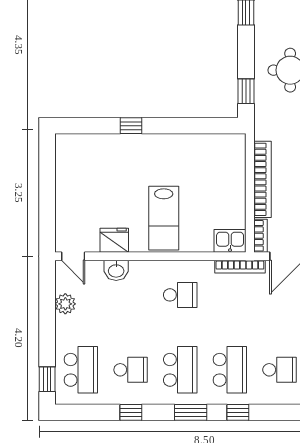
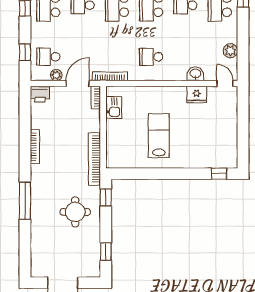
window: (131, 126) -> (219, 174), moved
bookcase: (262, 179) -> (94, 159), moved
lab bench: (164, 218) -> (159, 136), moved
kitchen sink: (230, 241) -> (114, 107), moved, turned -90

